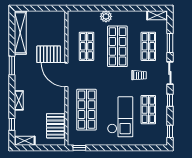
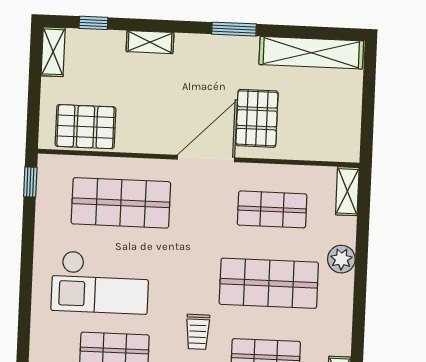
shelving: (78, 15) -> (347, 191), added

